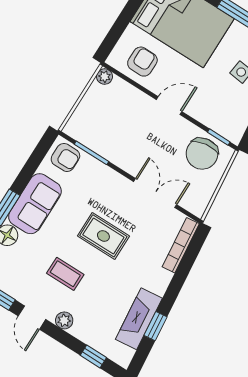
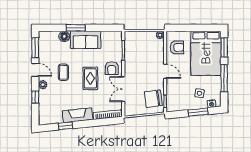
armchair: (65, 157) -> (112, 68), moved
double door: (155, 193) -> (123, 89), swing flipped
door: (32, 318) -> (35, 70), swing flipped
fireplace: (139, 319) -> (78, 115), moved
window: (93, 356) -> (35, 97), moved

